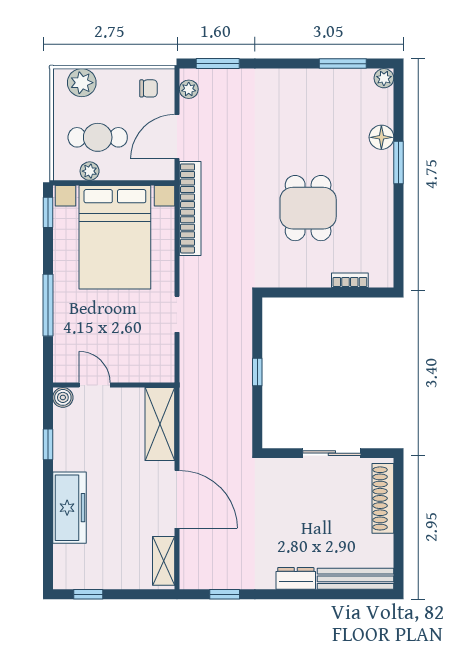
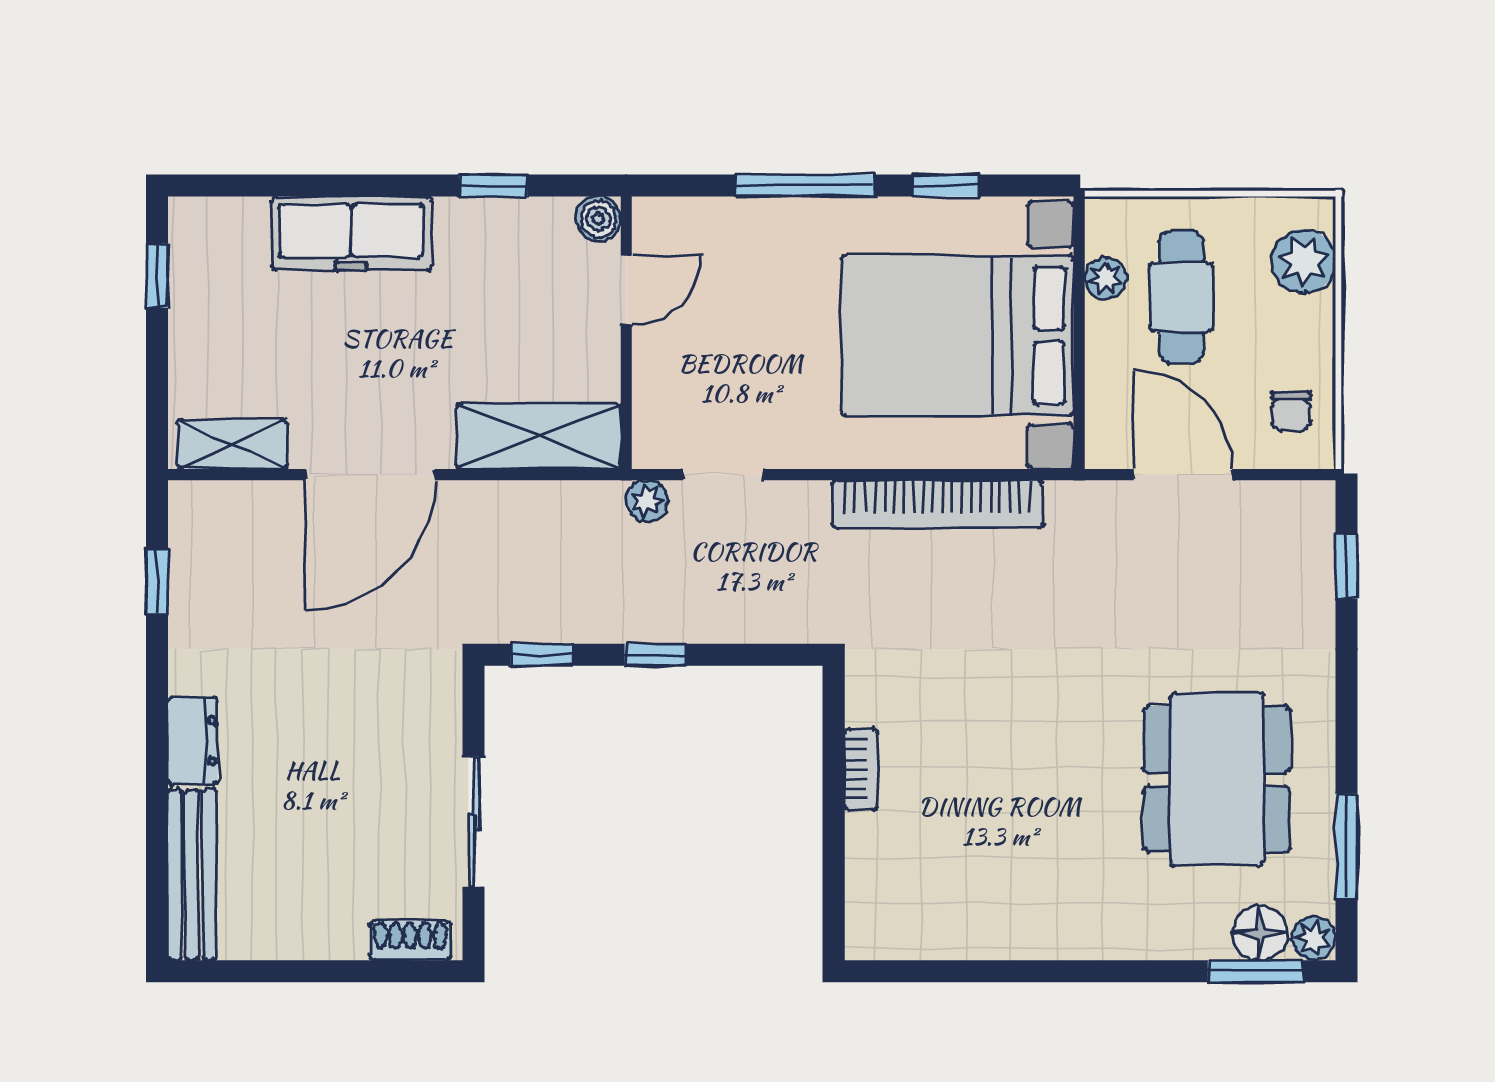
window: (218, 64) -> (1346, 566), width x0.67
plant: (189, 89) -> (647, 501), moved
floor lamp: (381, 137) -> (1260, 933), moved
window: (399, 162) -> (1255, 971), moved
bookcase: (190, 208) -> (938, 504), moved
dining table: (308, 208) -> (1217, 779), moved, width x1.38
window: (48, 212) -> (946, 186), moved
bookcase: (350, 280) -> (861, 769), moved
doorway: (177, 314) -> (723, 475), moved
window: (257, 423) -> (541, 655), added
shoe rack: (383, 498) -> (410, 941), width x0.51, depth x0.81

